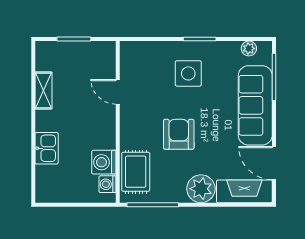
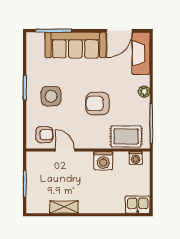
plant: (249, 48) -> (32, 50), removed
armchair: (138, 65) -> (44, 135), added
door: (118, 92) -> (65, 150), swing flipped
kitchen sink: (47, 148) -> (138, 205), moved
washing machine: (104, 162) -> (103, 161), moved
plant: (201, 189) -> (144, 92), width x0.53, depth x0.53

